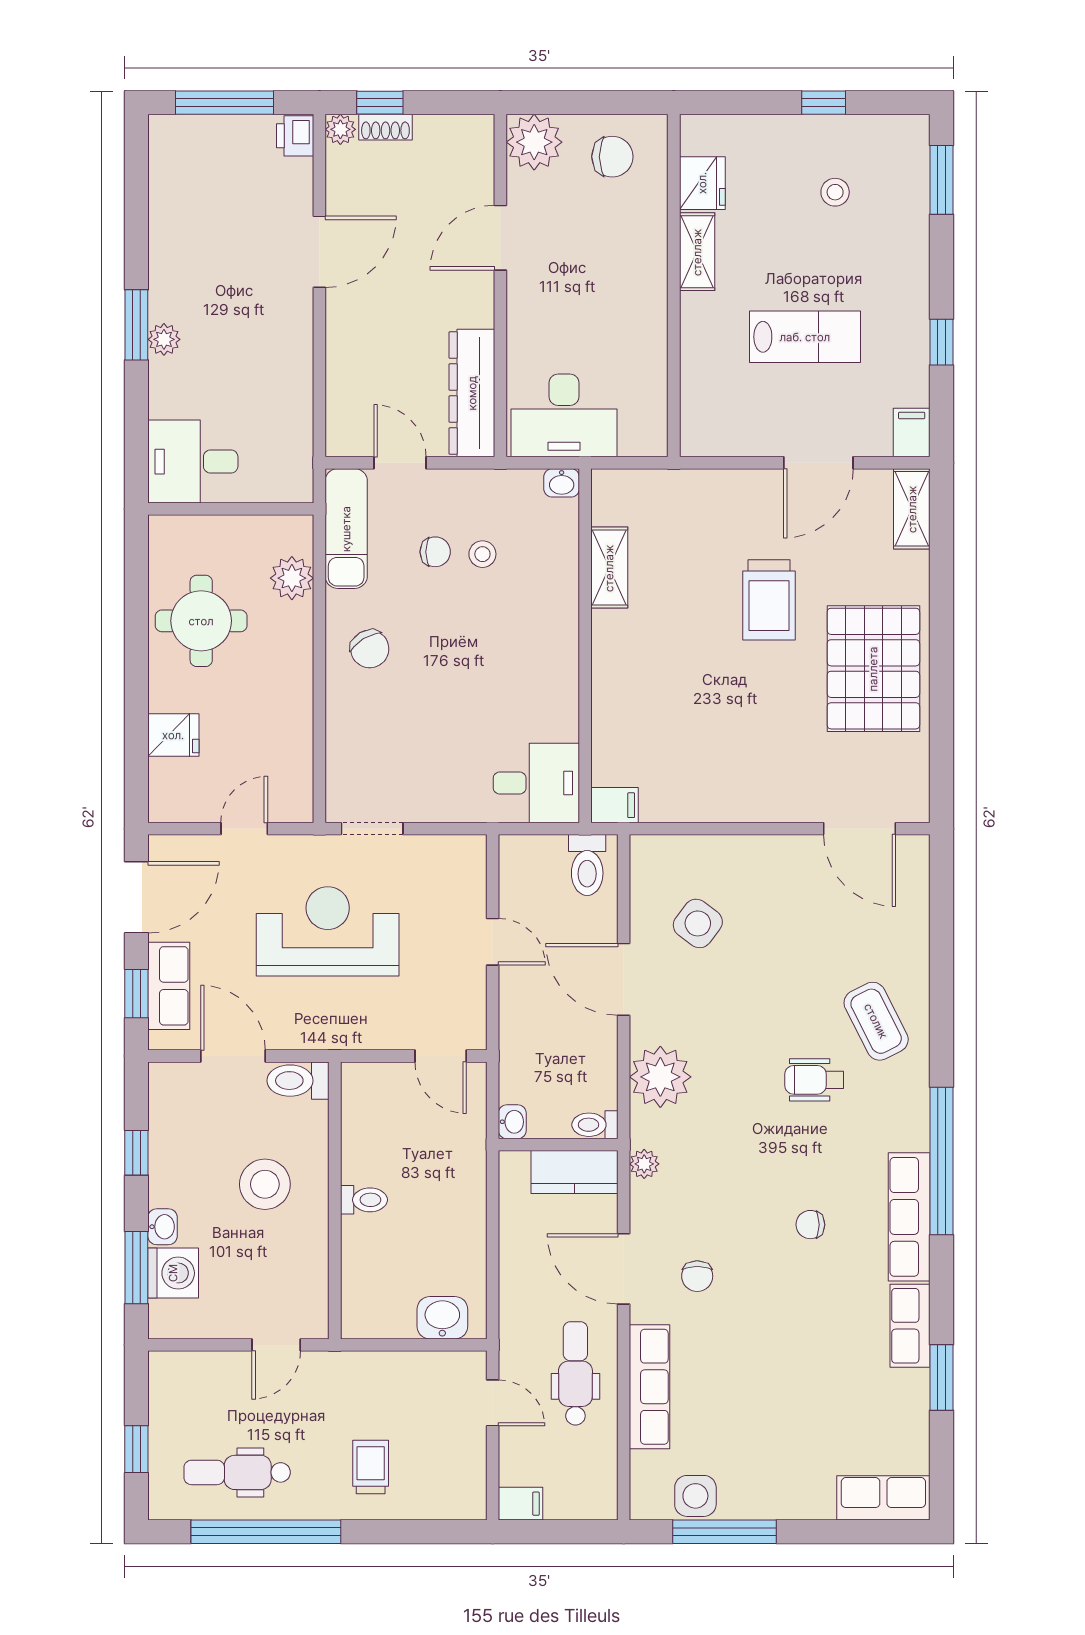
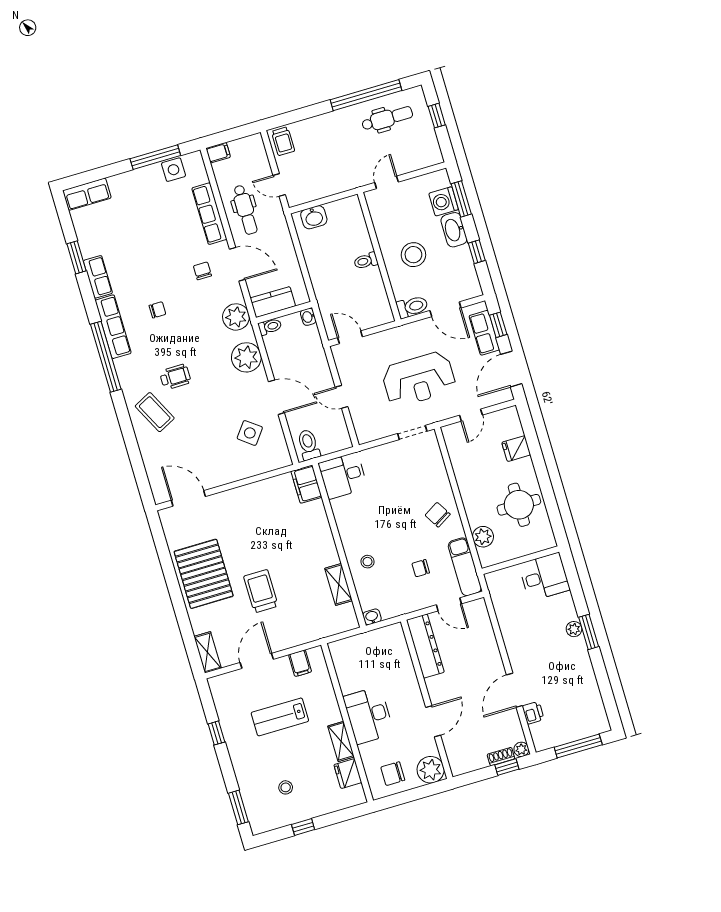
printer: (295, 136) -> (533, 713), moved
desk: (564, 415) -> (369, 715), moved, turned -90
filing cabinet: (912, 433) -> (300, 663), moved
stool: (482, 554) -> (367, 562), moved
filing cabinet: (615, 805) -> (306, 484), width x2.00
plant: (644, 1164) -> (236, 317), width x1.87, depth x1.87
washbasin: (163, 1227) -> (454, 230), width x1.91, depth x1.45
trolley: (371, 1467) -> (283, 141), moved
filing cabinet: (521, 1504) -> (218, 153), moved, turned 180

